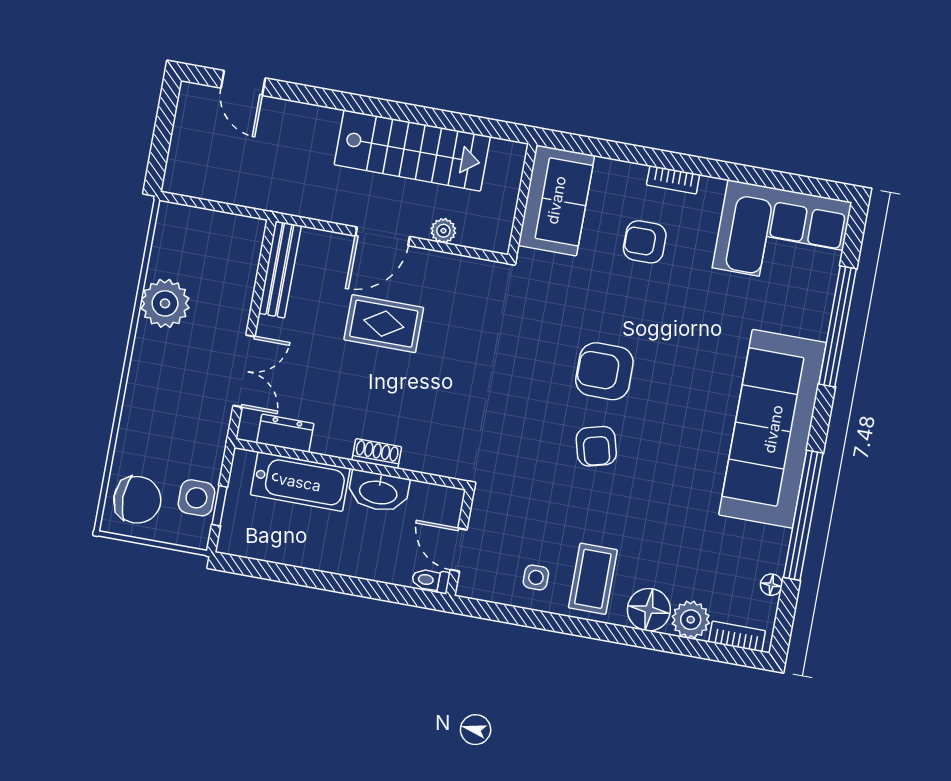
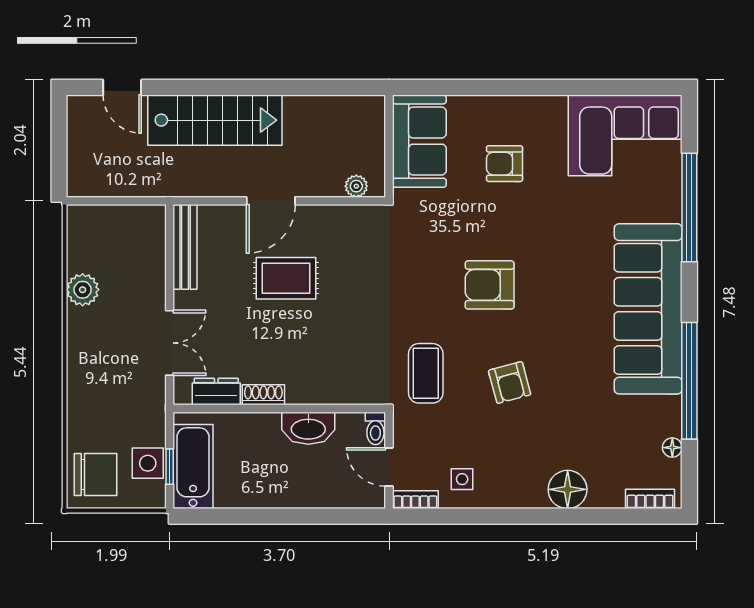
stairs: (412, 151) -> (215, 120), moved
bookcase: (673, 180) -> (415, 500), moved, turned 180
plant: (443, 231) -> (356, 186), moved
plant: (165, 303) -> (83, 290), width x0.73, depth x0.73
armchair: (596, 446) -> (510, 382), moved
shoe rack: (377, 454) -> (263, 395), moved
bathtub: (300, 482) -> (193, 467), moved, turned -90
coffee table: (593, 579) -> (426, 373), moved
toilet: (431, 580) -> (375, 428), moved, turned -90
plant: (691, 620) -> (606, 492), removed

